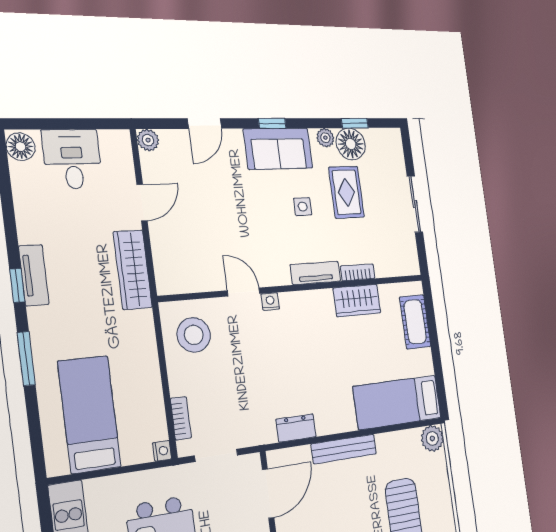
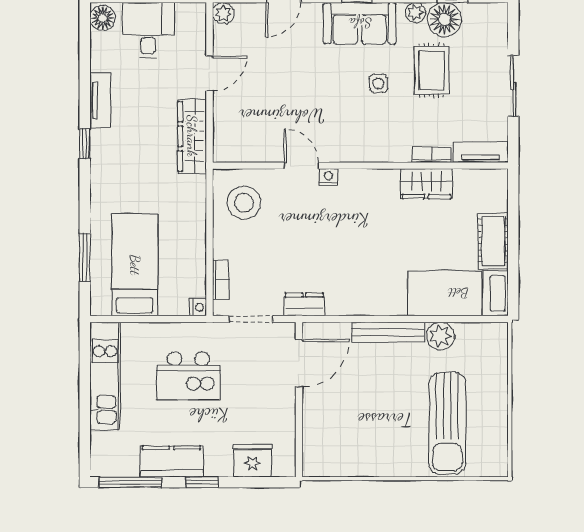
tv unit: (315, 273) -> (481, 152), moved
tv unit: (34, 275) -> (100, 100), moved
cot: (415, 322) -> (493, 241), moved
window: (26, 359) -> (85, 257), moved
dresser: (296, 428) -> (304, 304), moved
plant: (432, 438) -> (440, 336), moved

